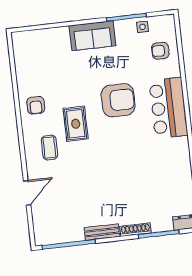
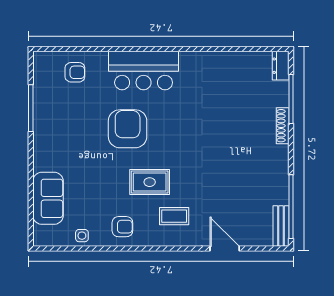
side table: (143, 27) -> (82, 236), moved
sofa: (92, 36) -> (48, 198), moved
armchair: (160, 51) -> (75, 72), turned -90
bench: (102, 232) -> (281, 226), moved

